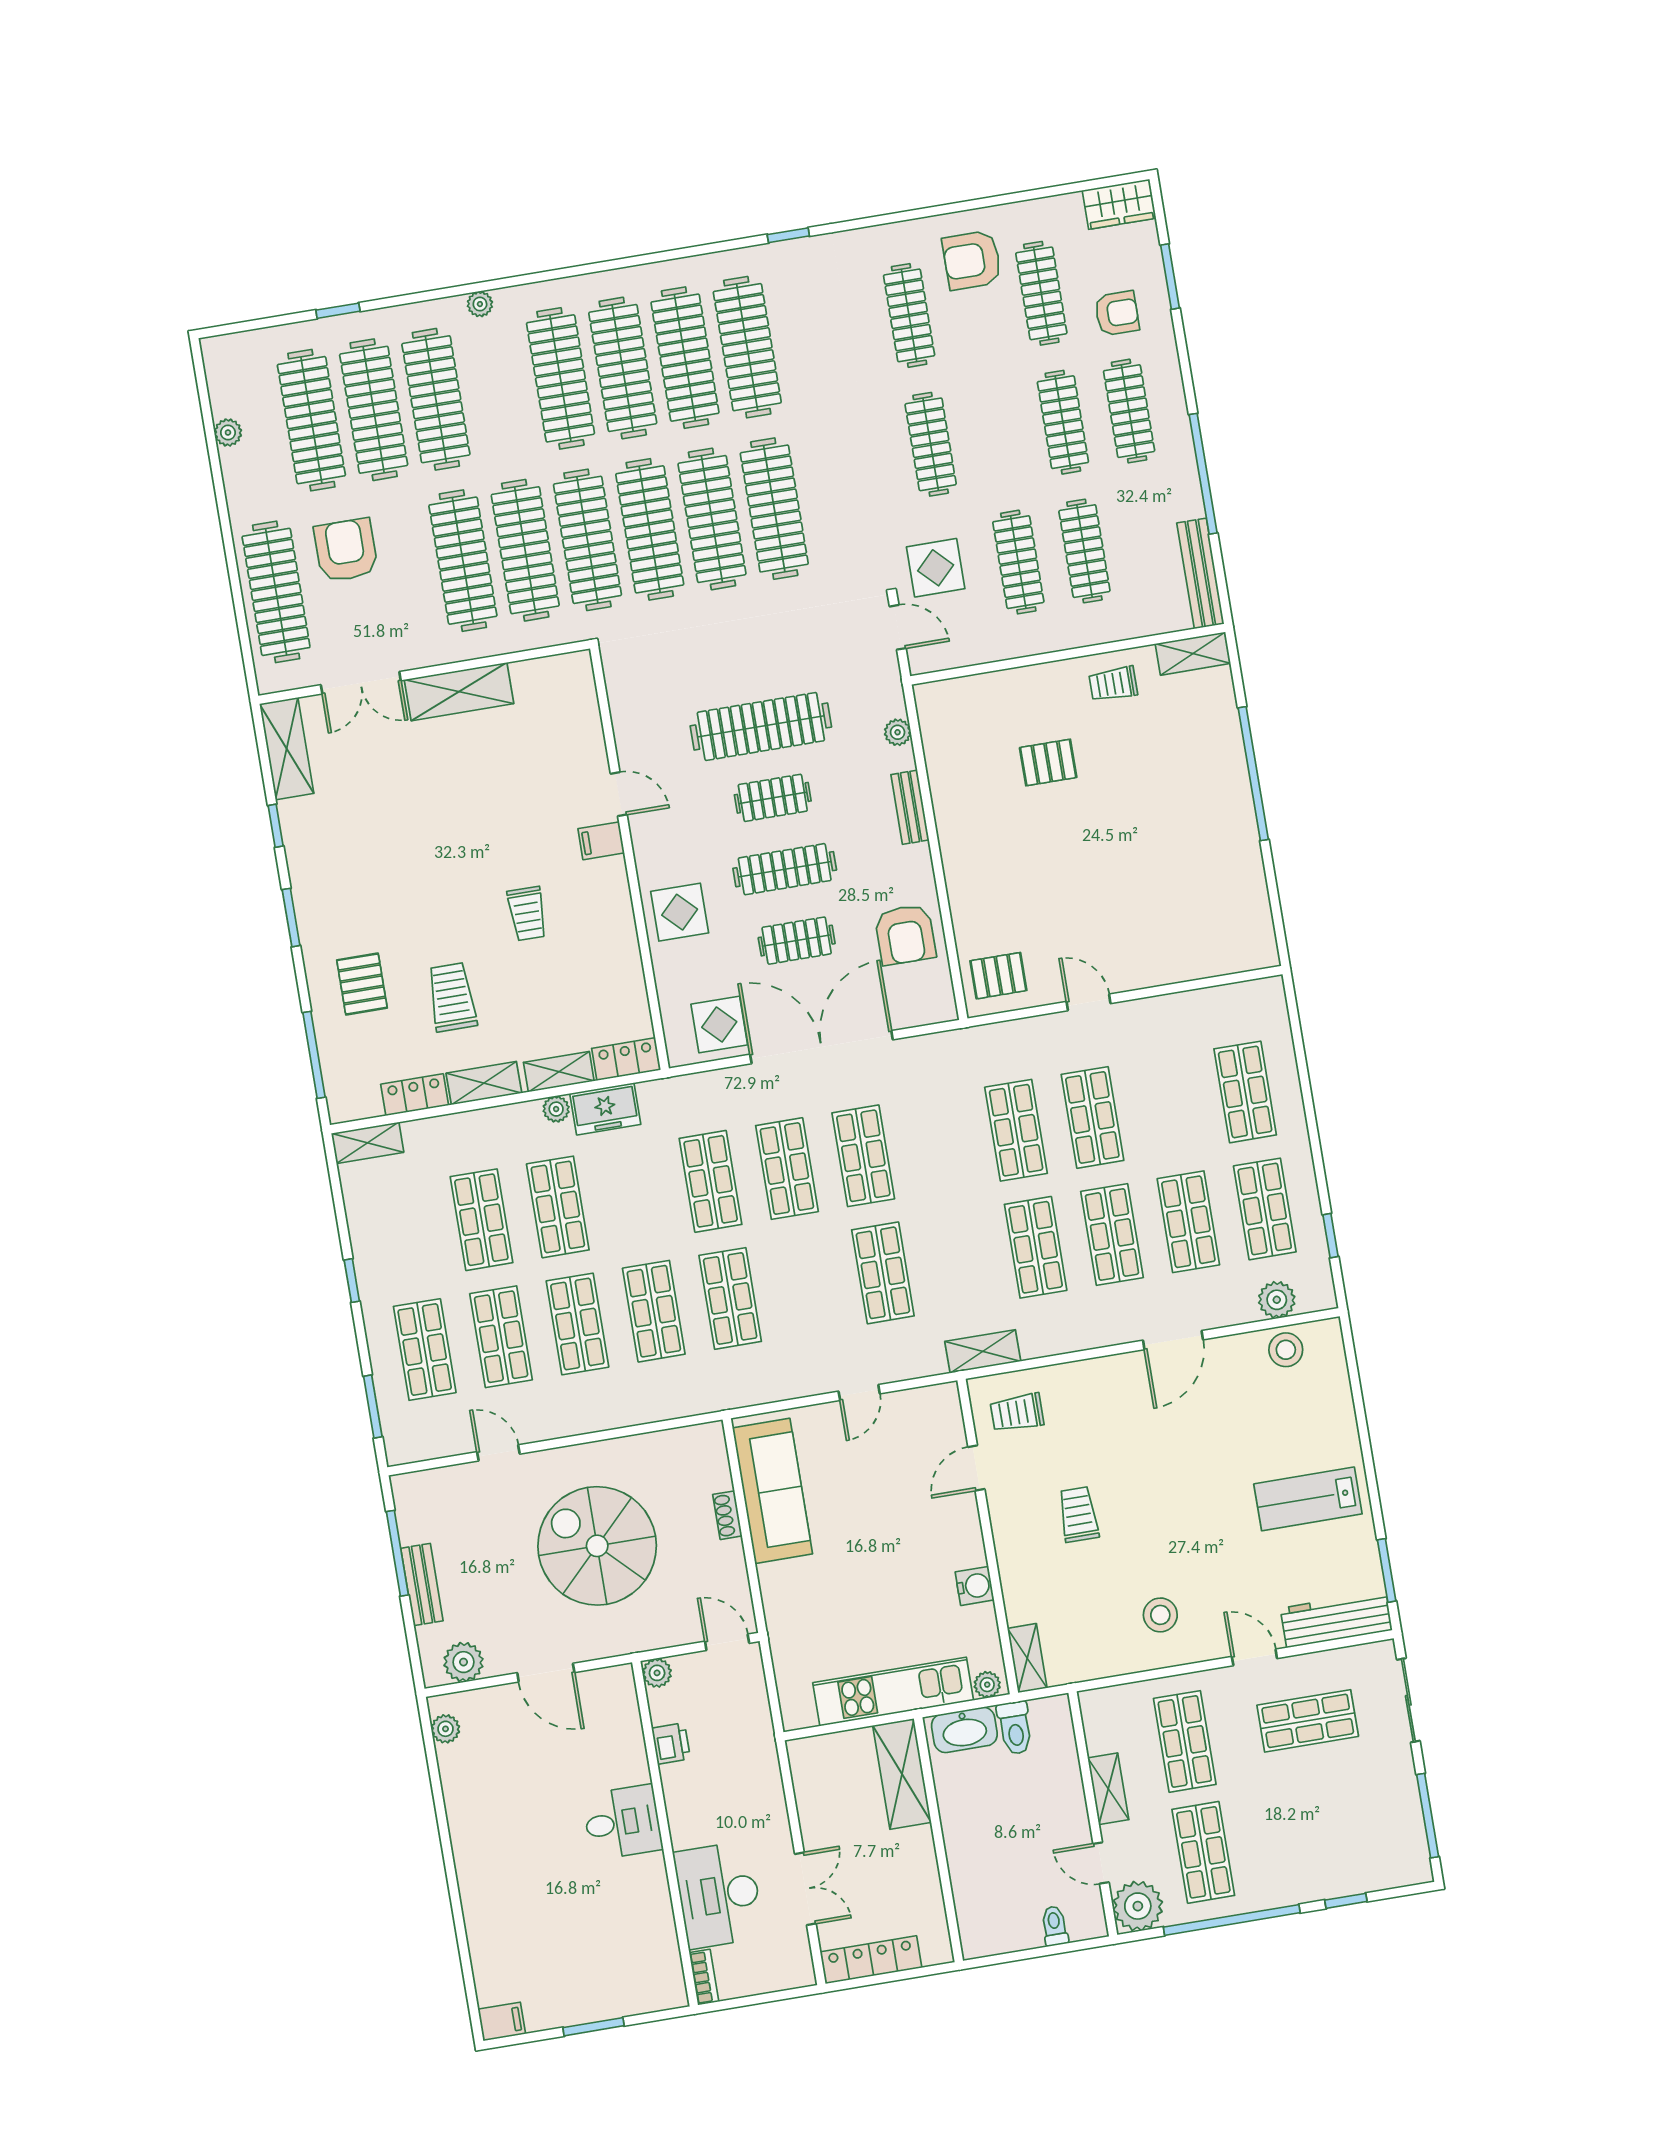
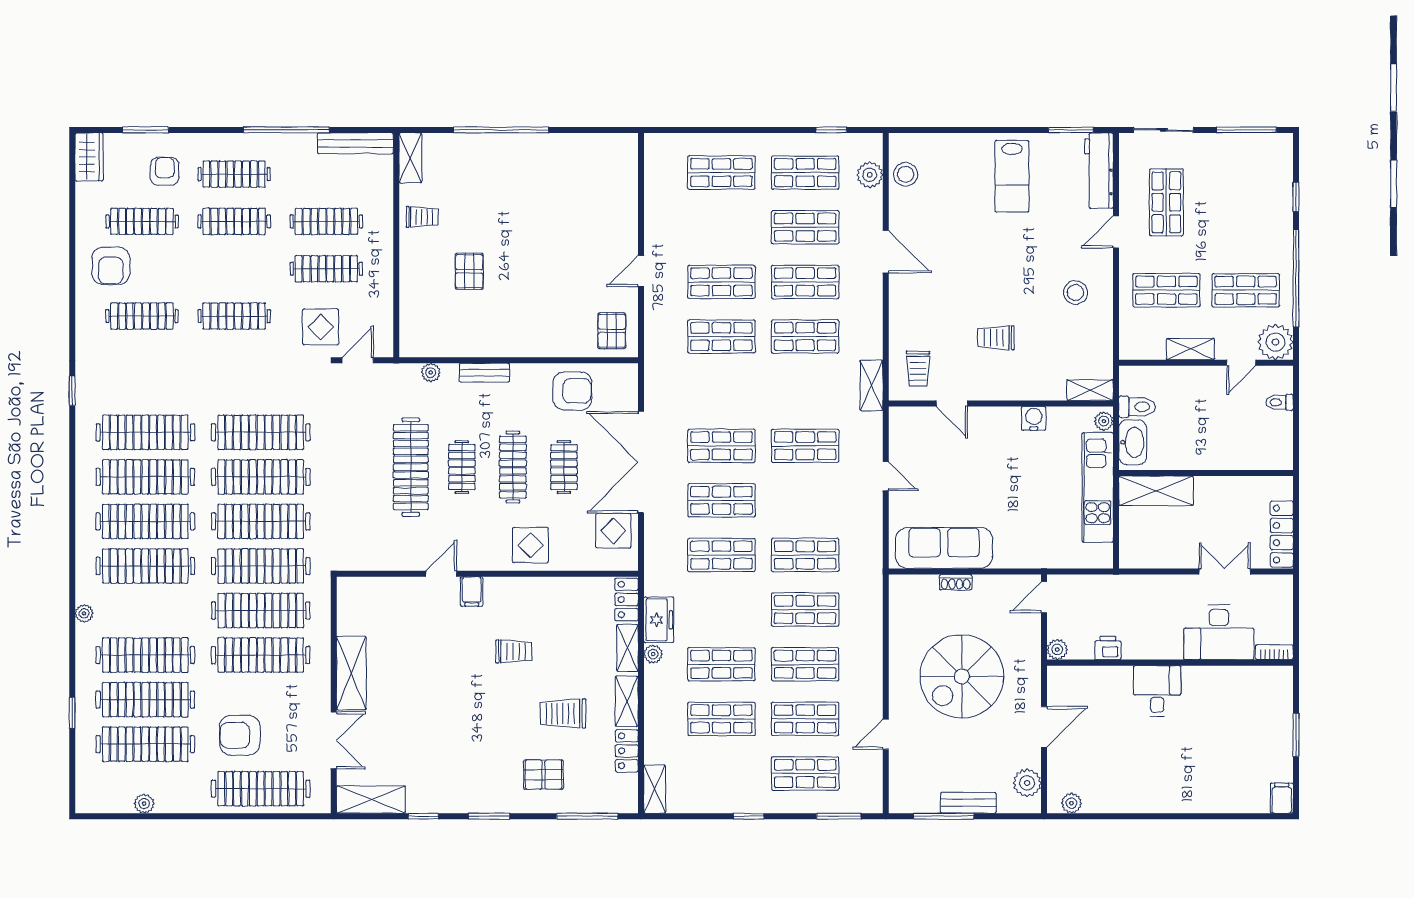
trolley: (1113, 684) -> (422, 217), turned -90

